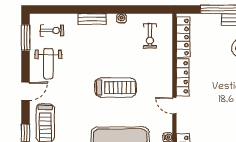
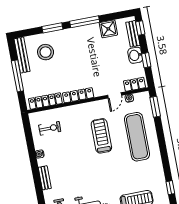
treadmill: (116, 88) -> (101, 136), moved
door: (174, 106) -> (115, 95), moved

